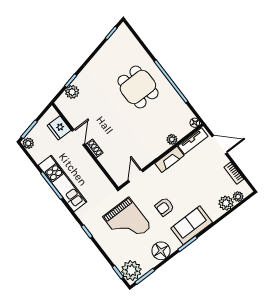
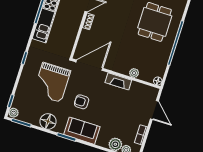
tv unit: (193, 141) -> (144, 89), removed
door: (136, 176) -> (89, 65), width x1.88
plant: (131, 270) -> (14, 113), width x0.53, depth x0.53

